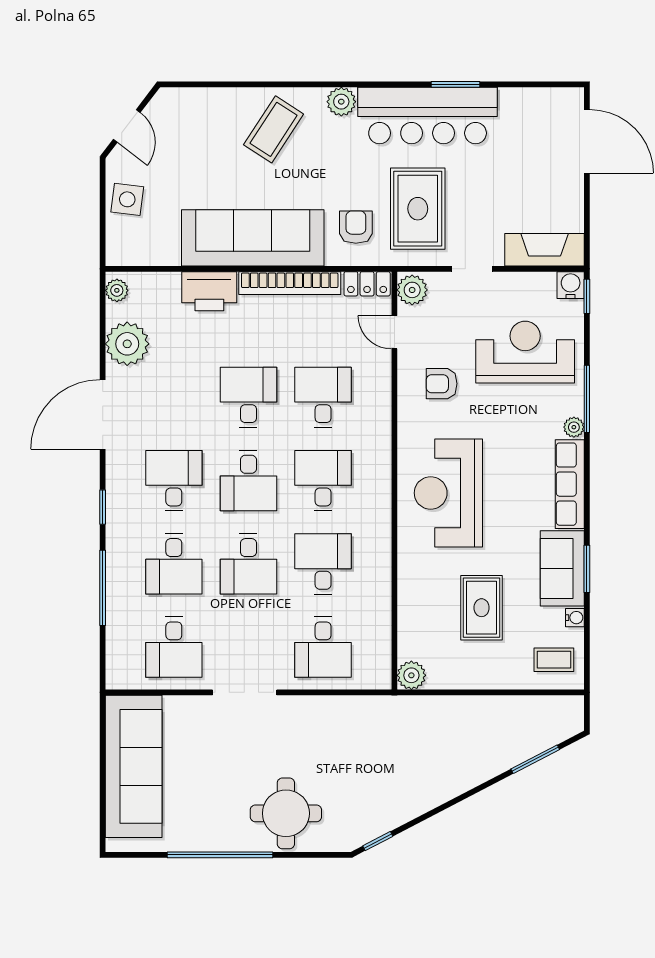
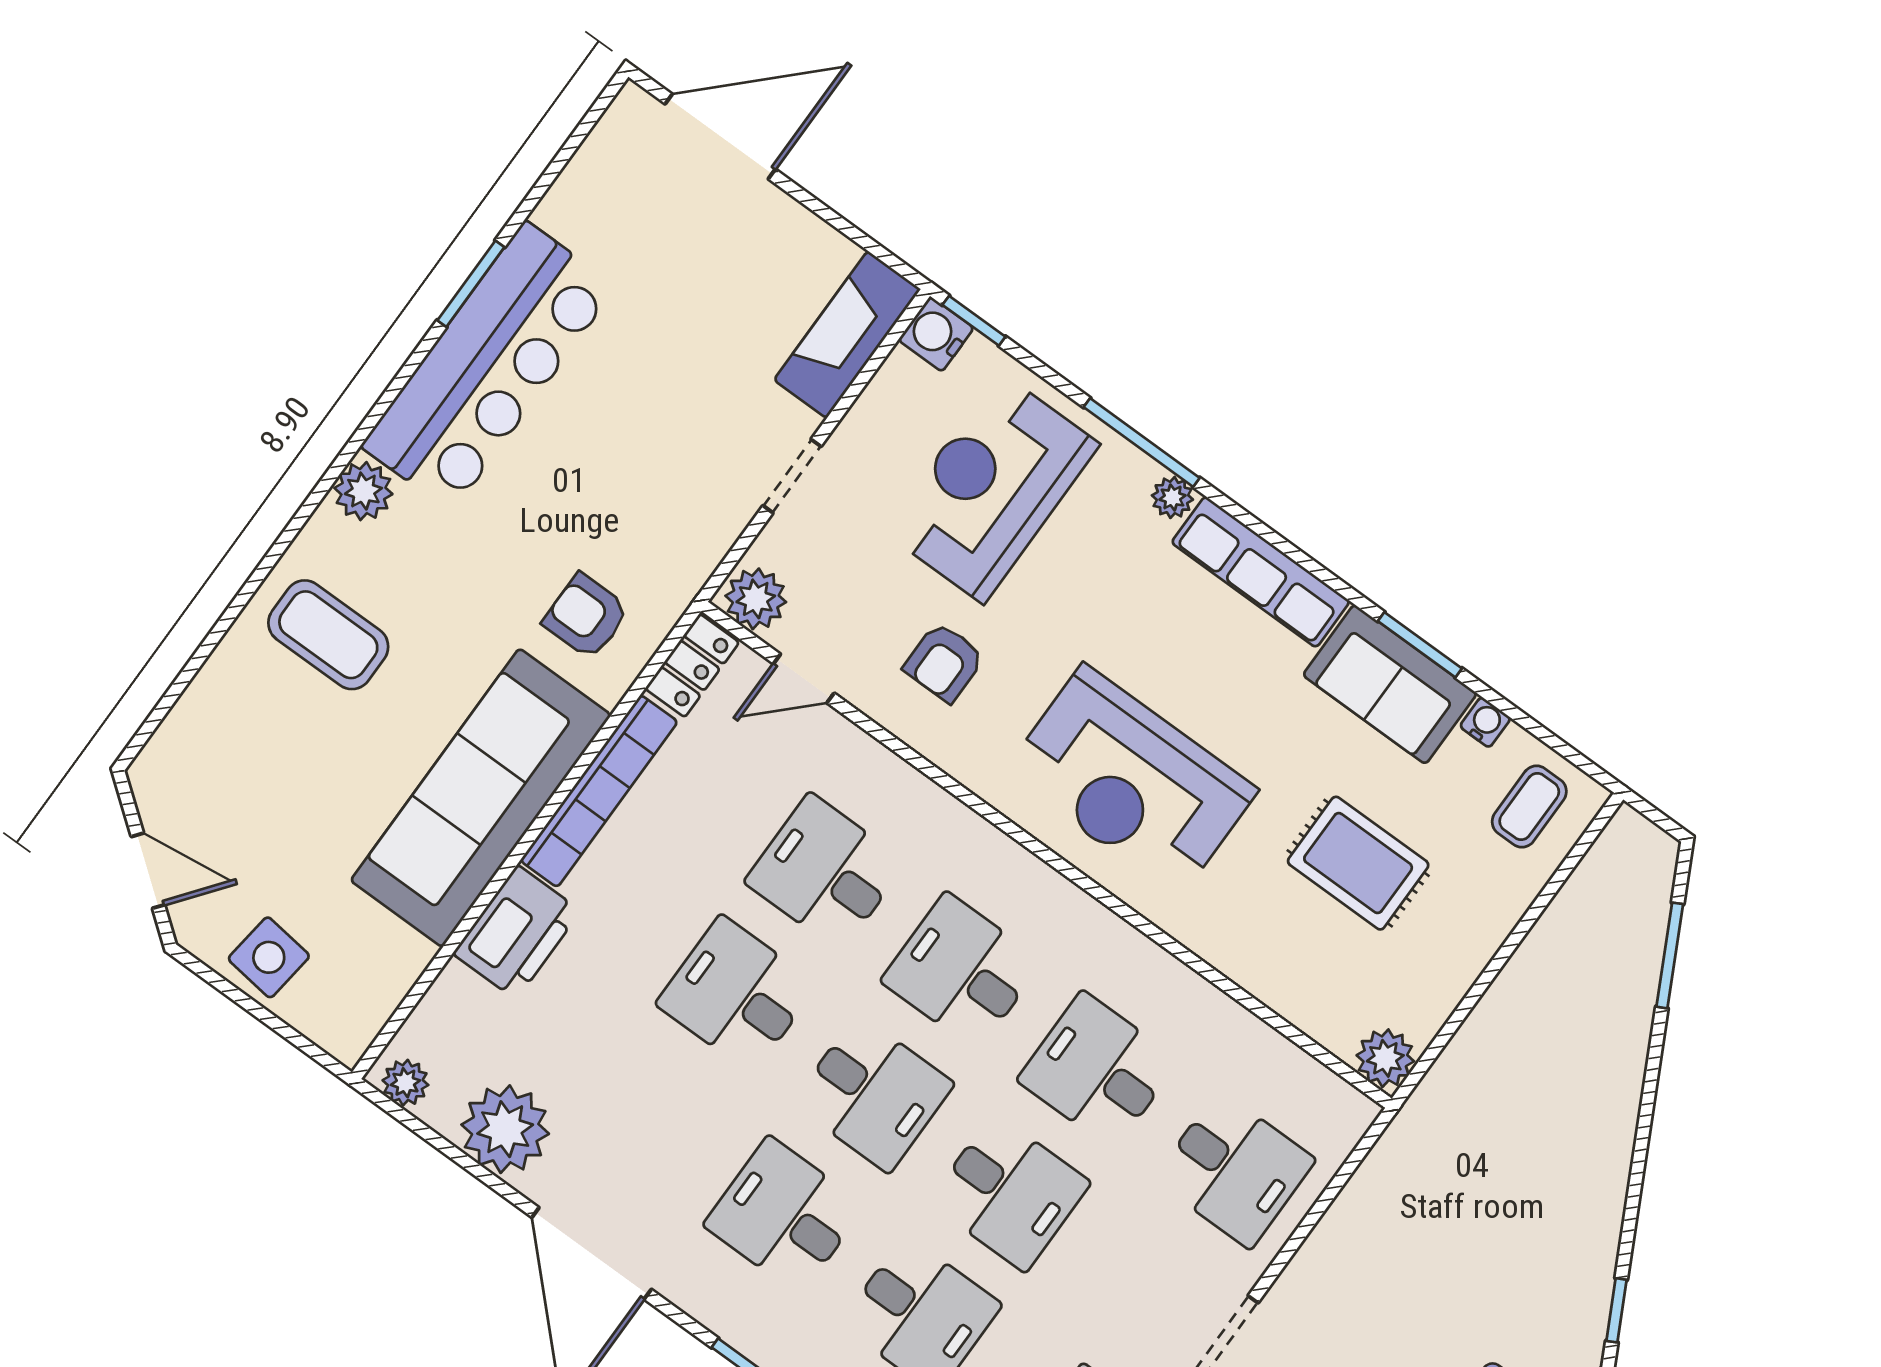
coffee table: (274, 129) -> (328, 635), turned -33
rug: (418, 209) -> (629, 493), removed

